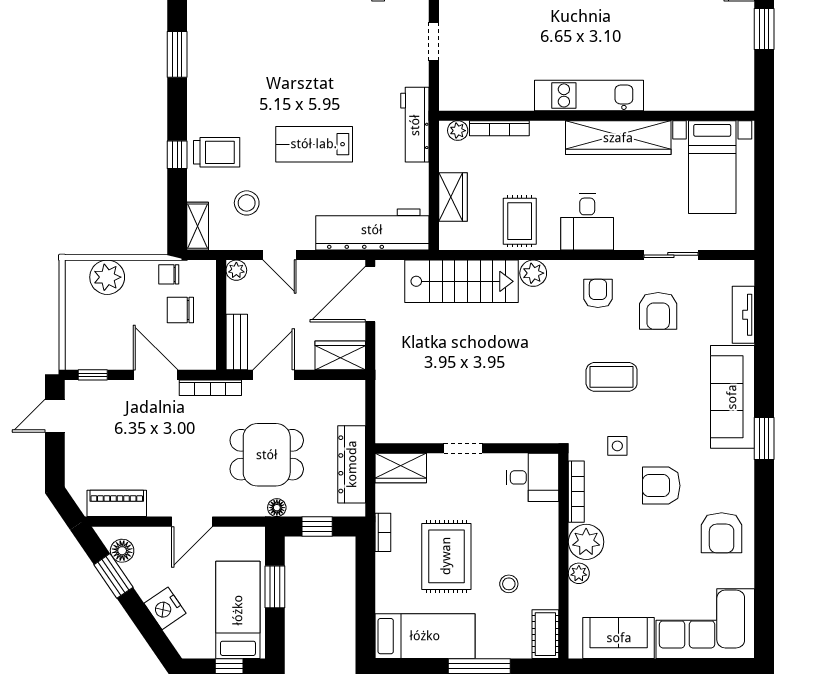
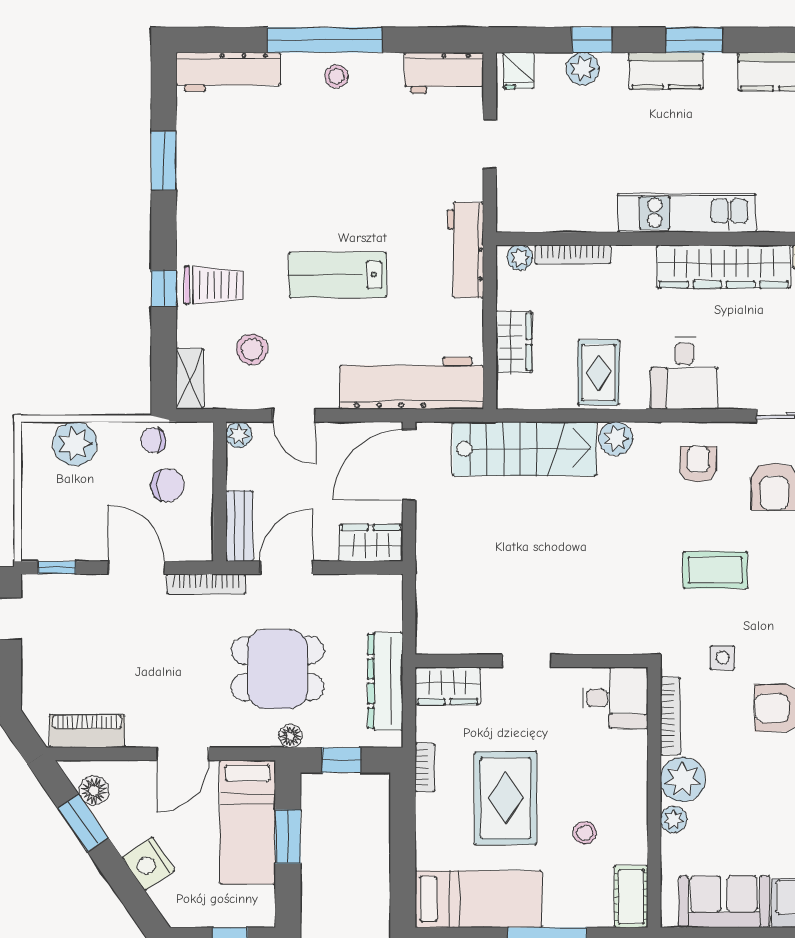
chair: (180, 310) -> (168, 485), turned 180
bed: (238, 610) -> (248, 822), moved, turned 180

